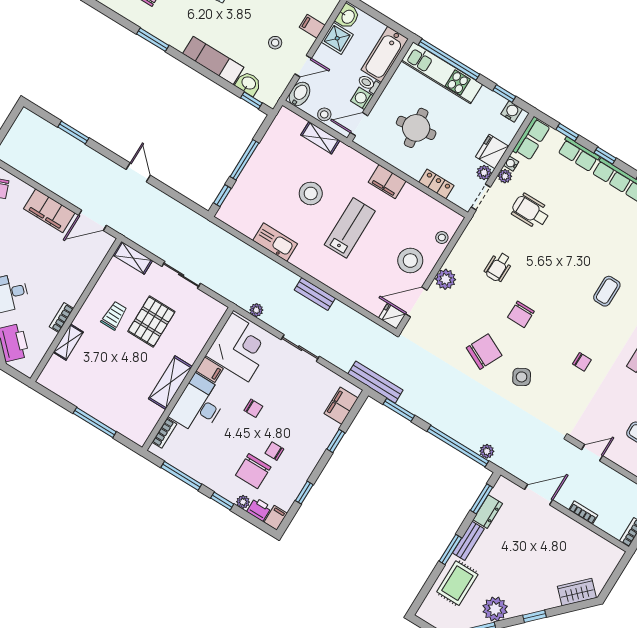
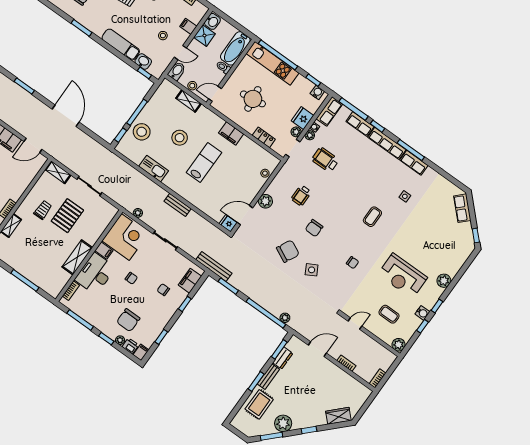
washing machine: (362, 98) -> (218, 77), removed
window: (567, 132) -> (353, 109), width x2.17
door: (138, 172) -> (66, 116), width x1.87
stool: (410, 261) -> (142, 132), moved
chair: (274, 451) -> (163, 290), moved

